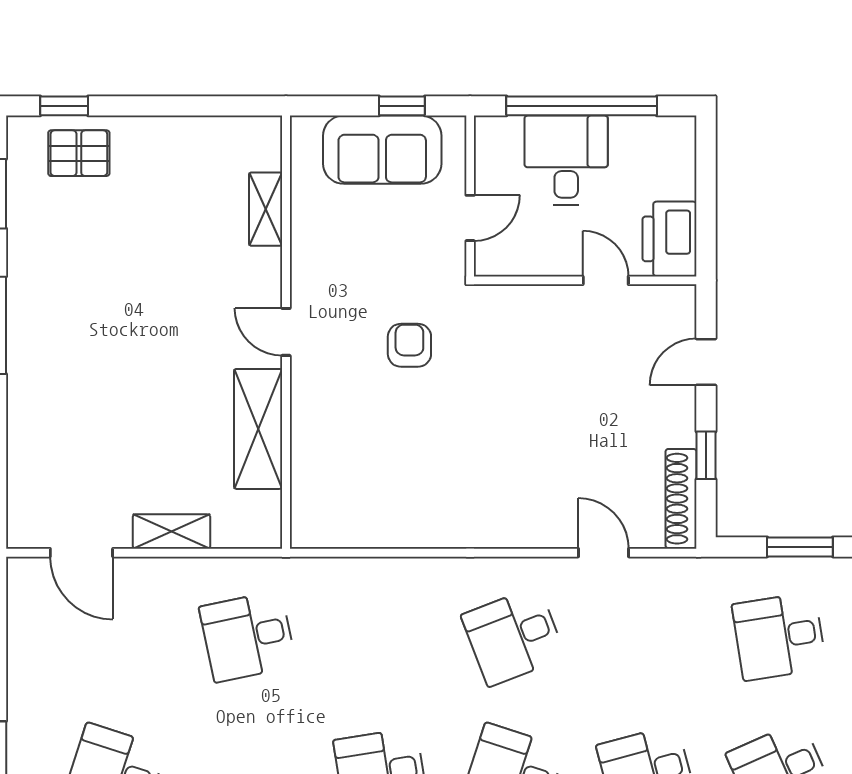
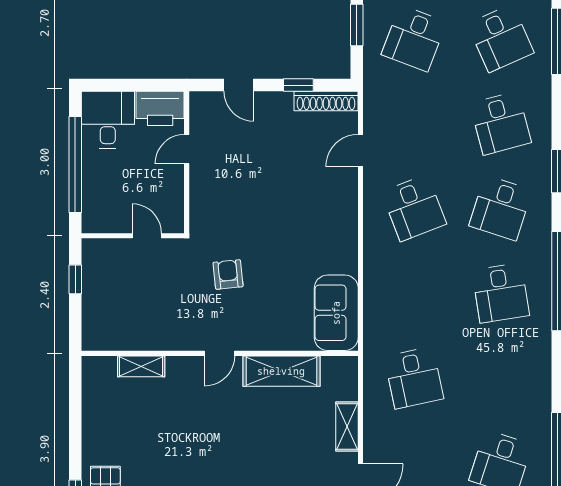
sofa: (382, 150) -> (336, 313), moved, turned 180
desk: (566, 160) -> (108, 120), moved, turned 90
armchair: (409, 345) -> (228, 274), turned 84
desk: (779, 636) -> (414, 38), turned 30

